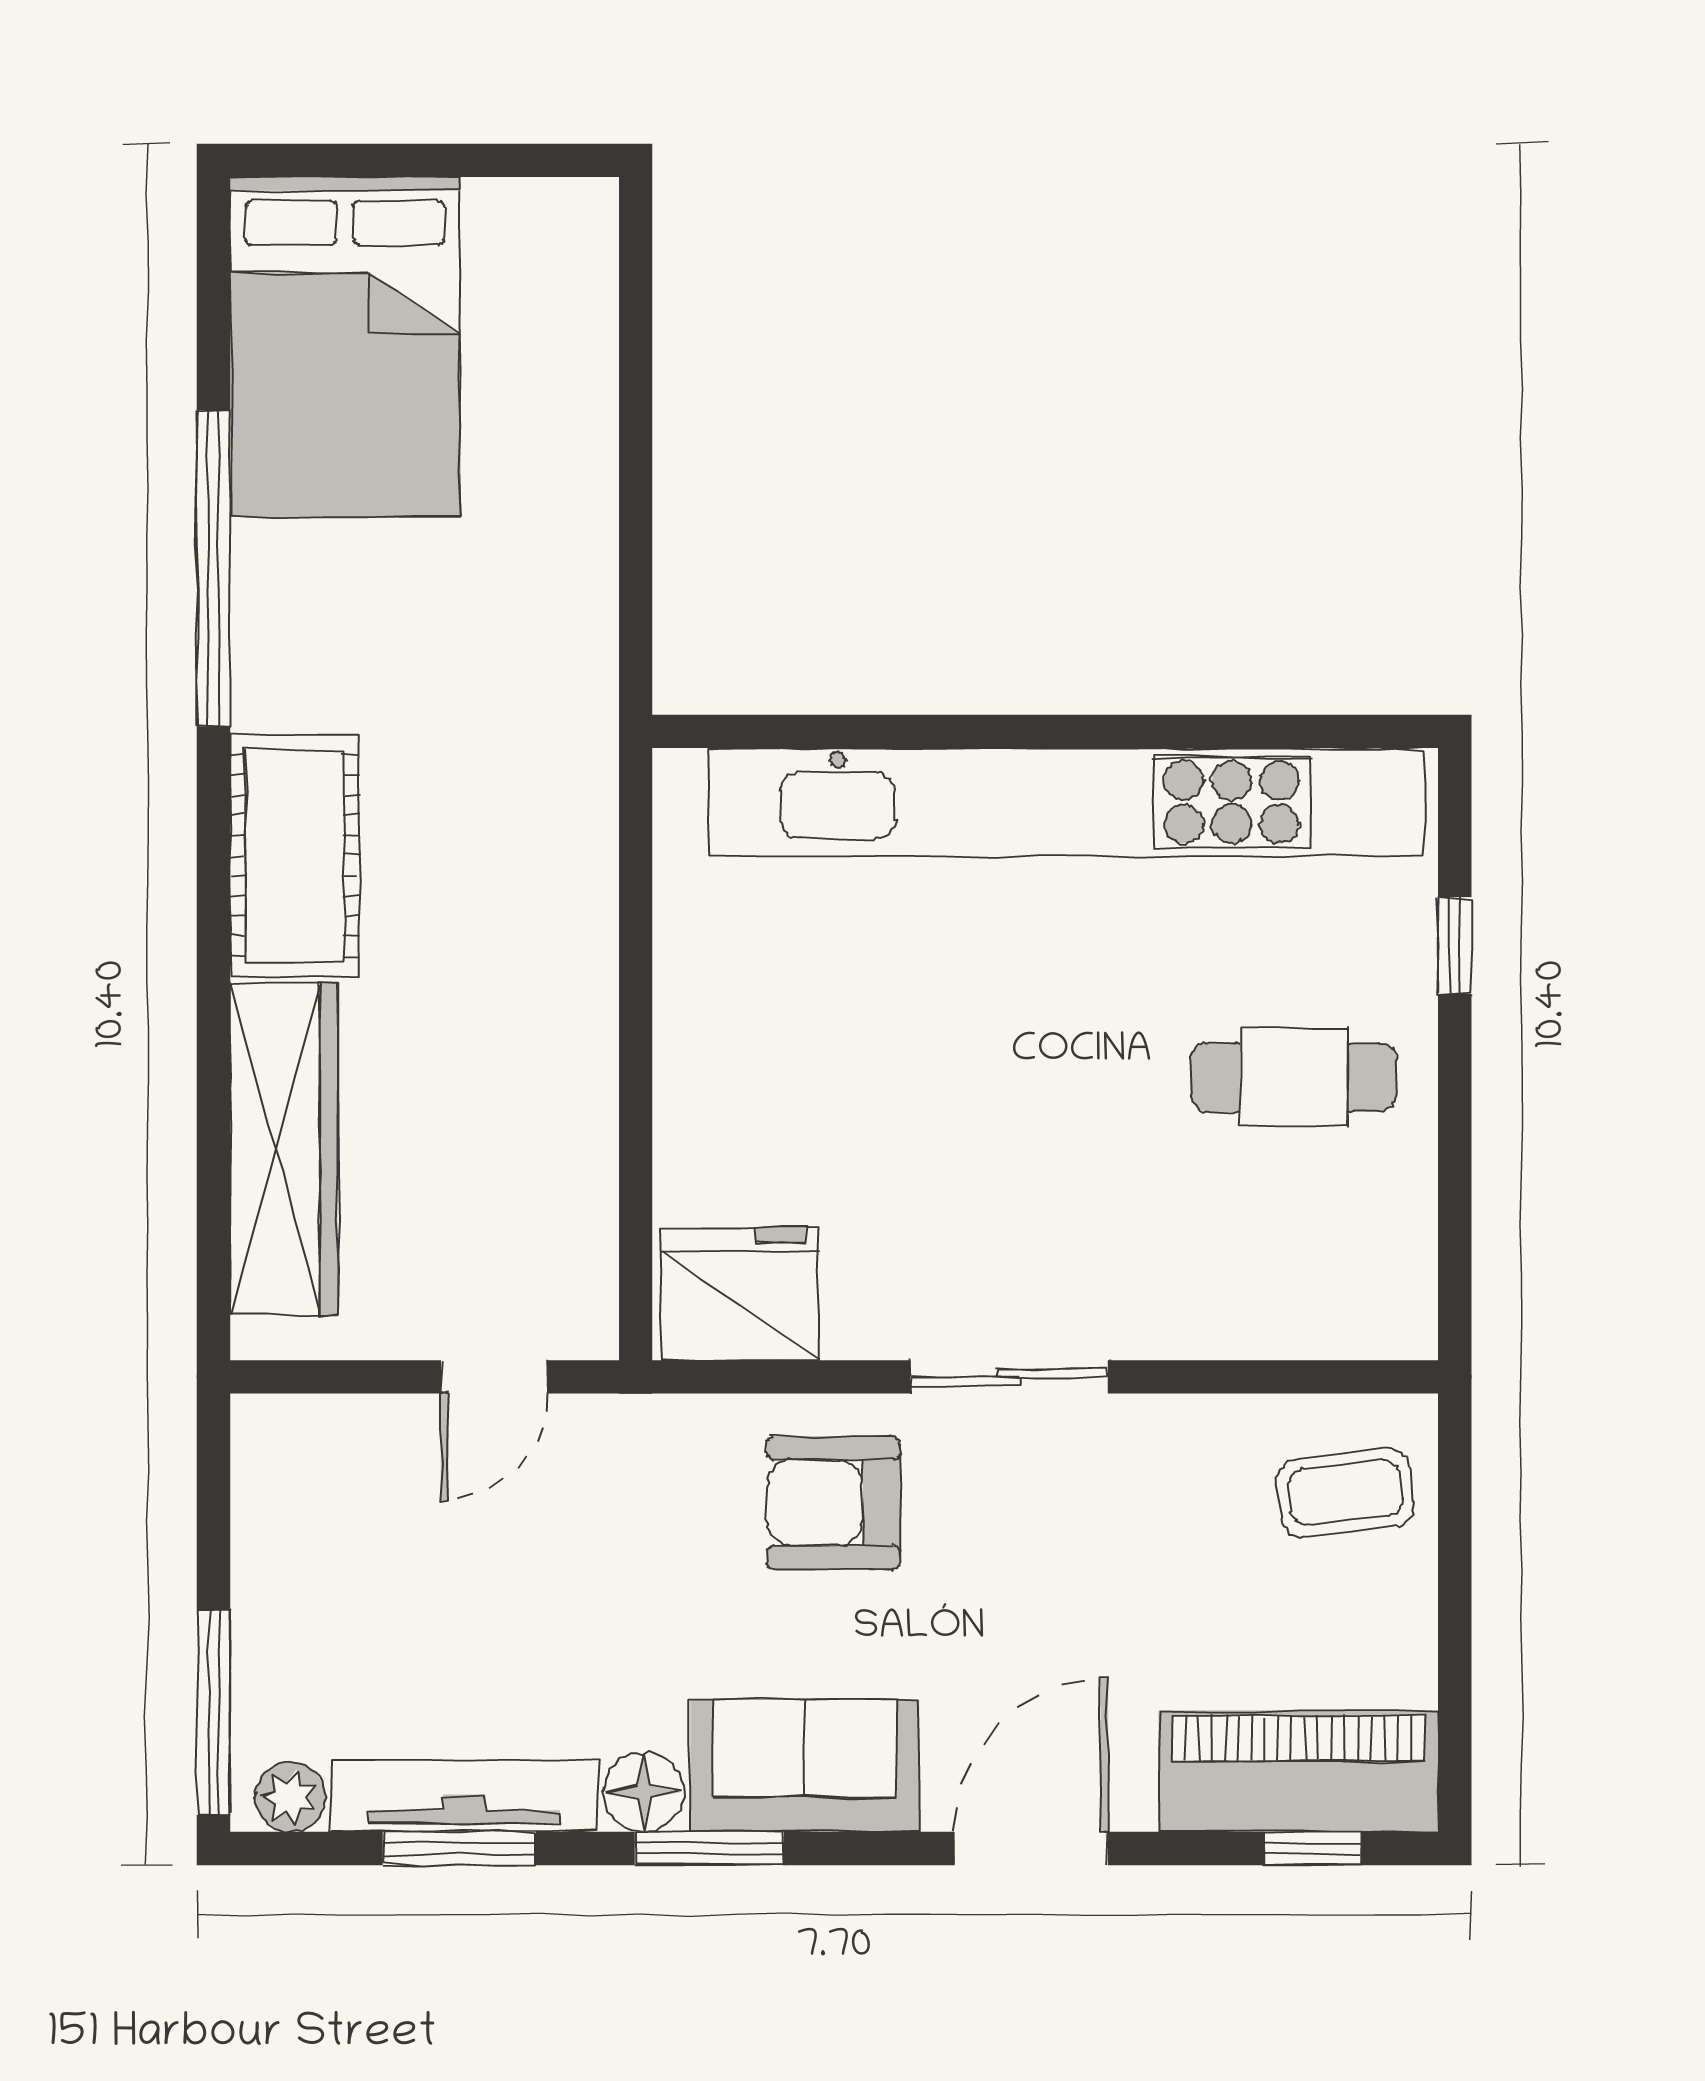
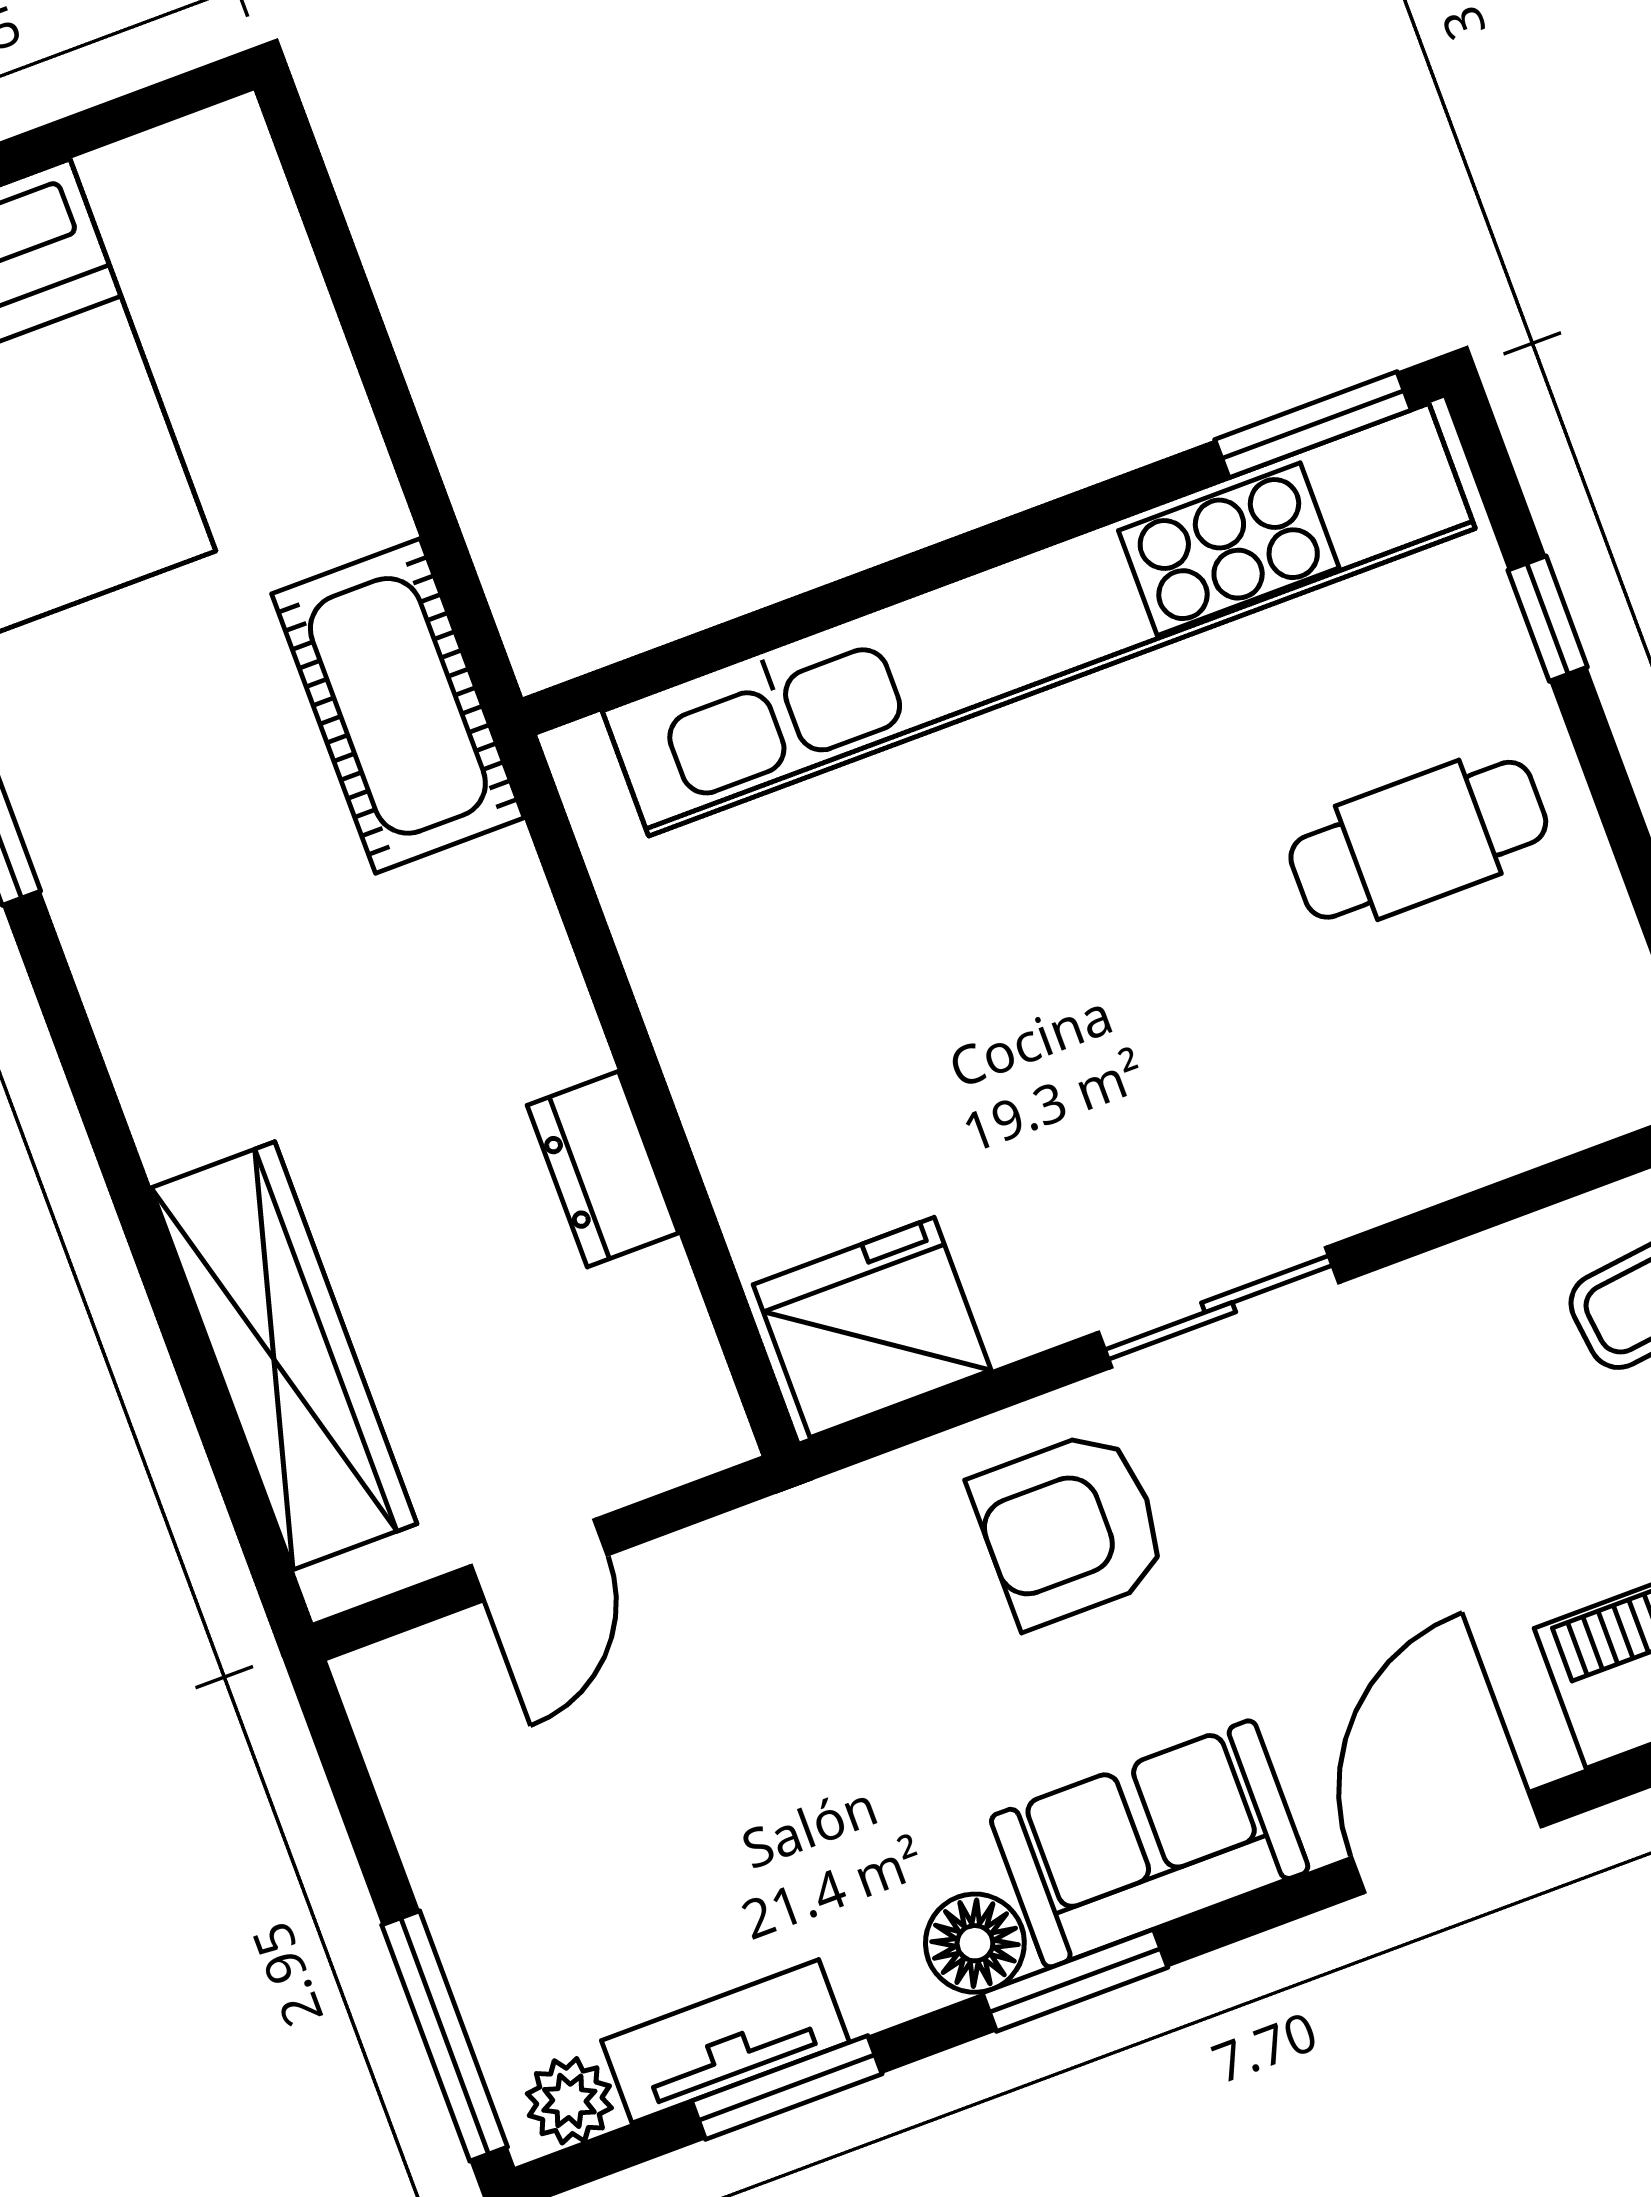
window: (1331, 731) -> (1313, 425), added
cot: (295, 855) -> (398, 706), moved
dresser: (580, 1097) -> (603, 1169), added
door: (495, 1377) -> (539, 1560), moved
tv unit: (464, 1796) -> (725, 2041), width x0.71

